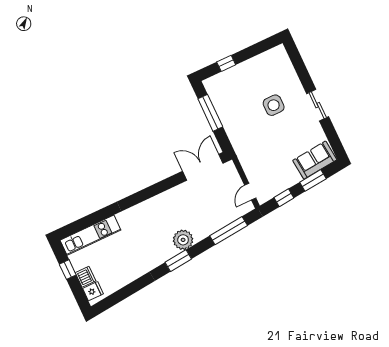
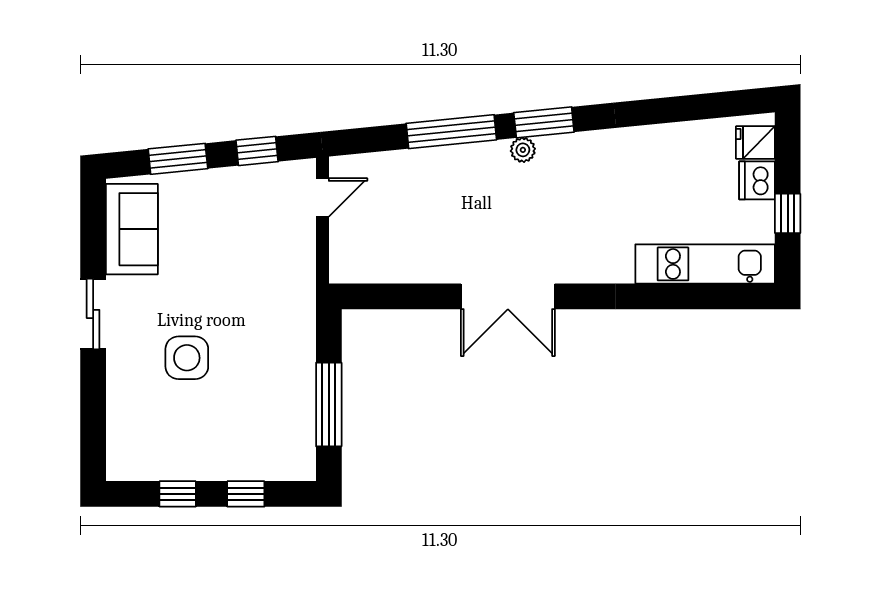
window: (252, 51) -> (178, 494), added
sofa: (315, 160) -> (132, 229), moved, turned -84
double door: (203, 167) -> (508, 296), moved
window: (229, 231) -> (451, 132), moved
plant: (183, 240) -> (523, 150), width x0.53, depth x0.53

